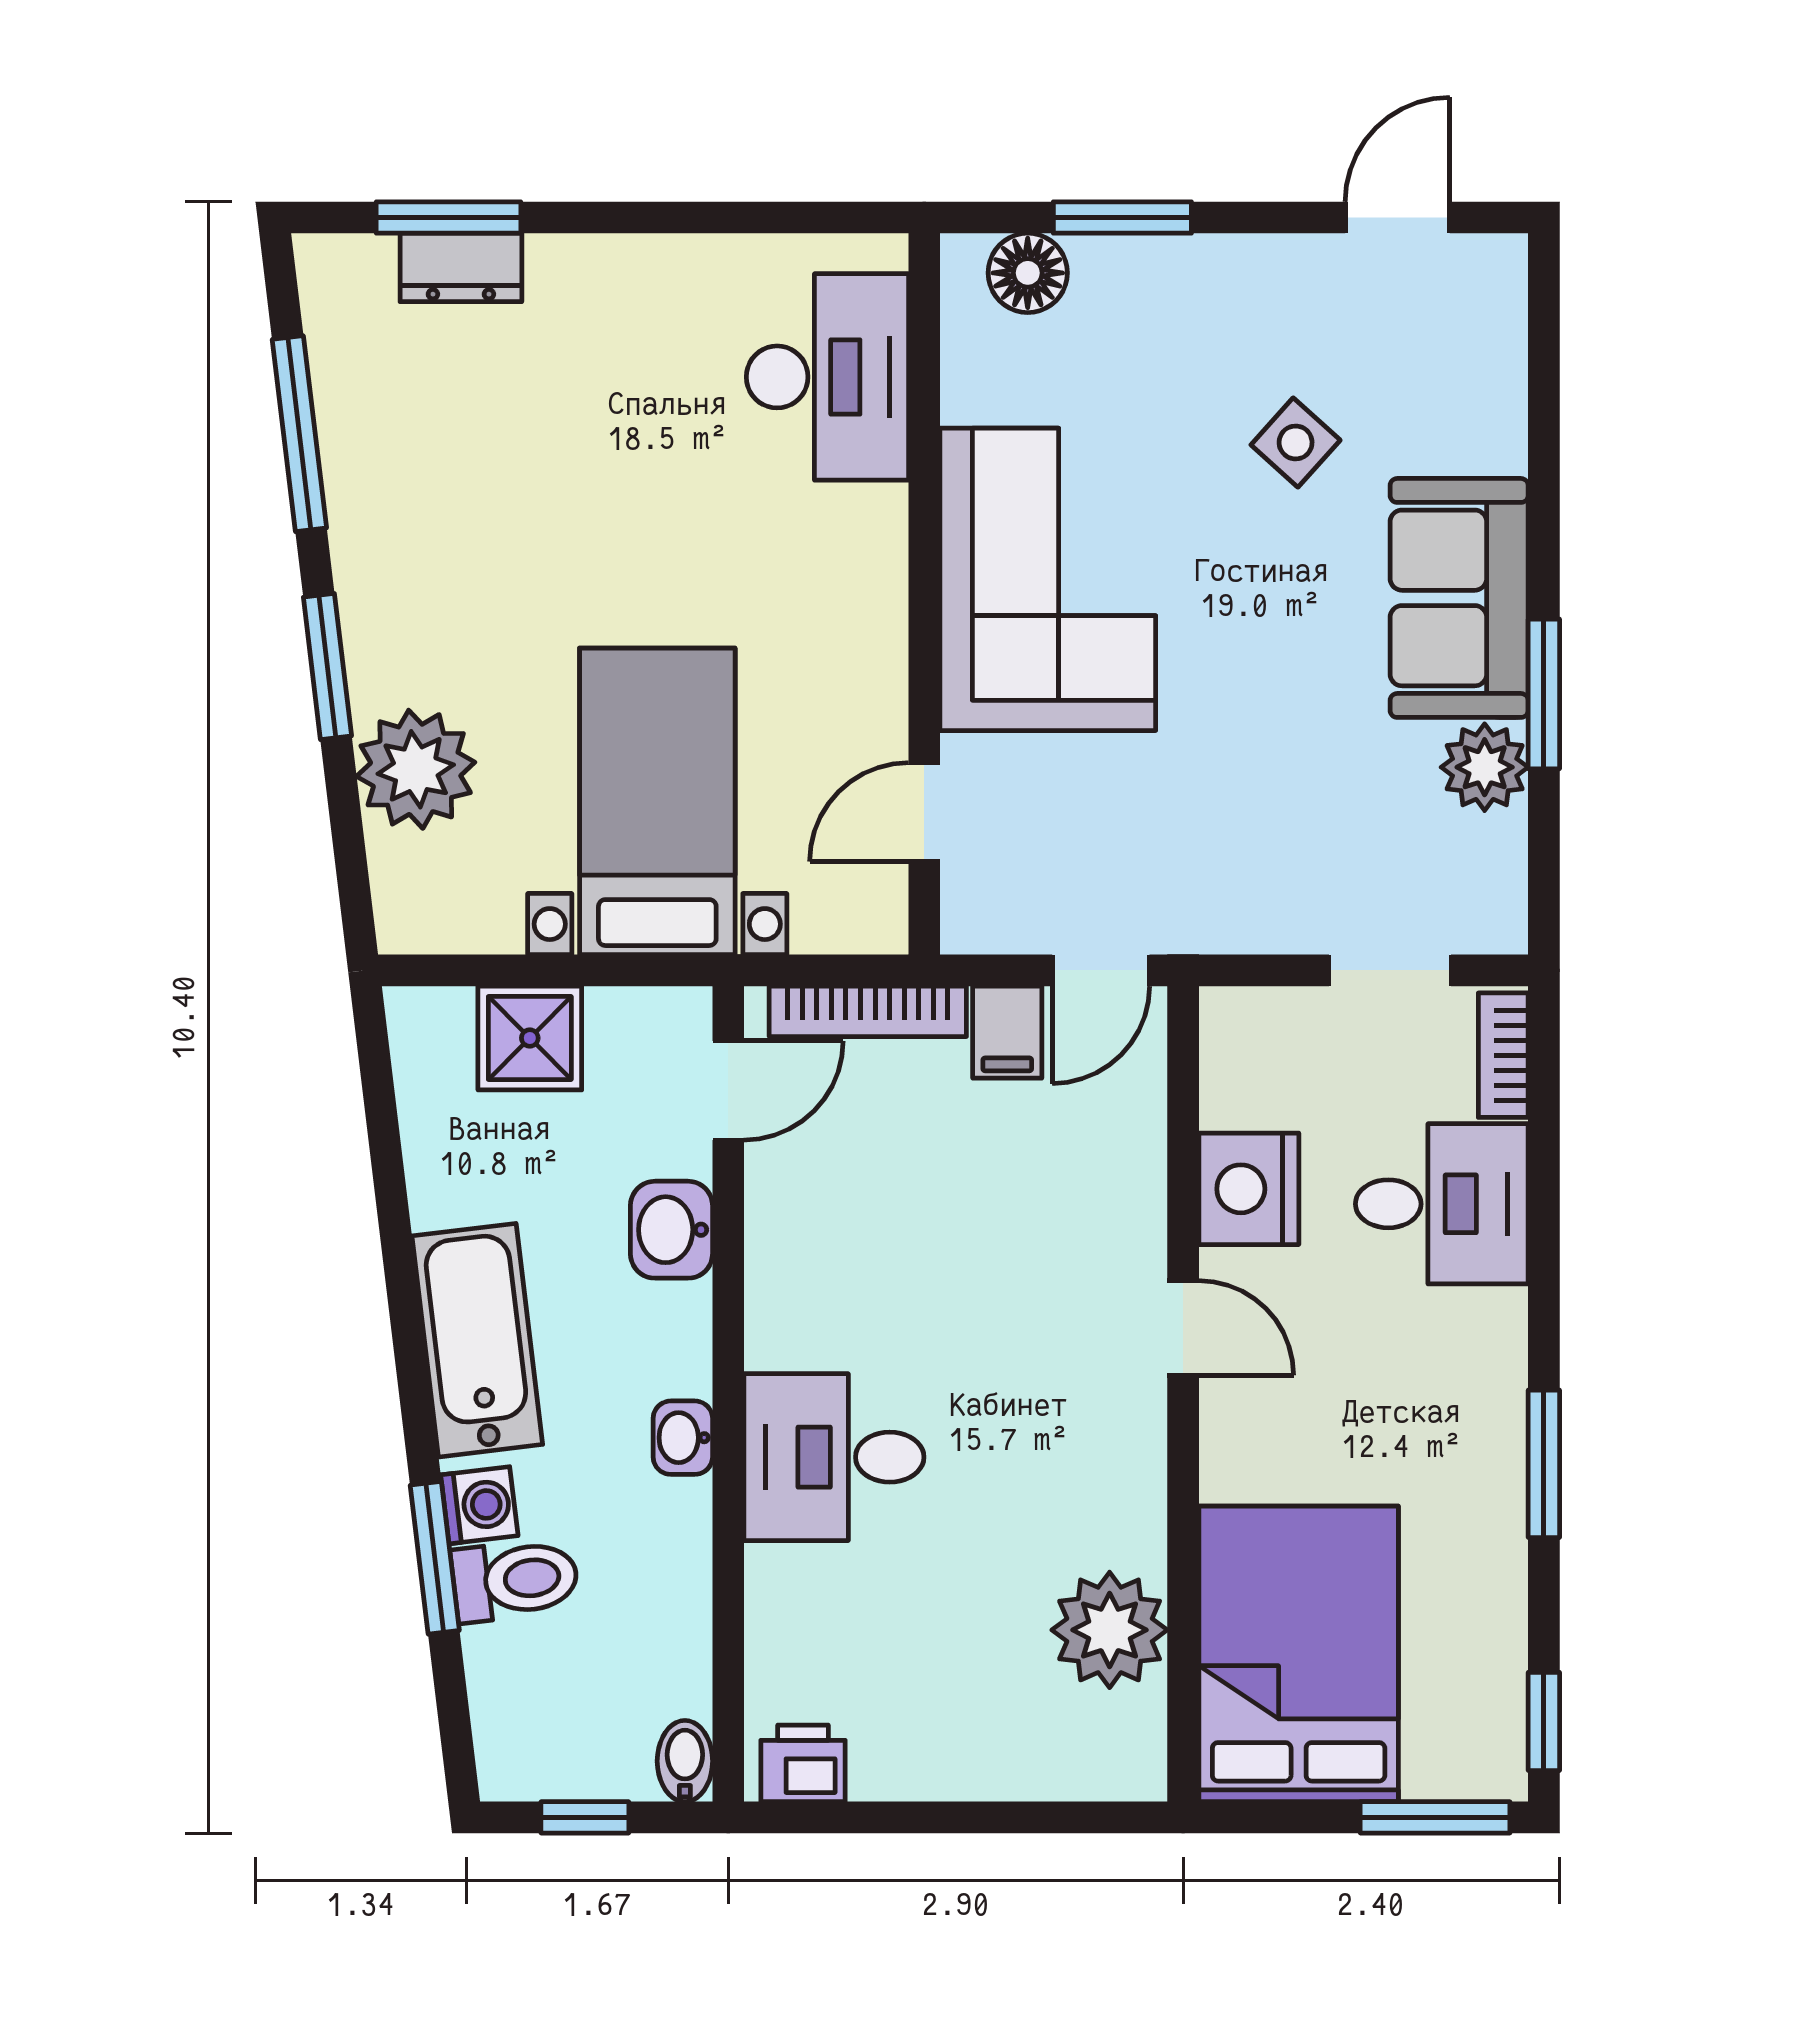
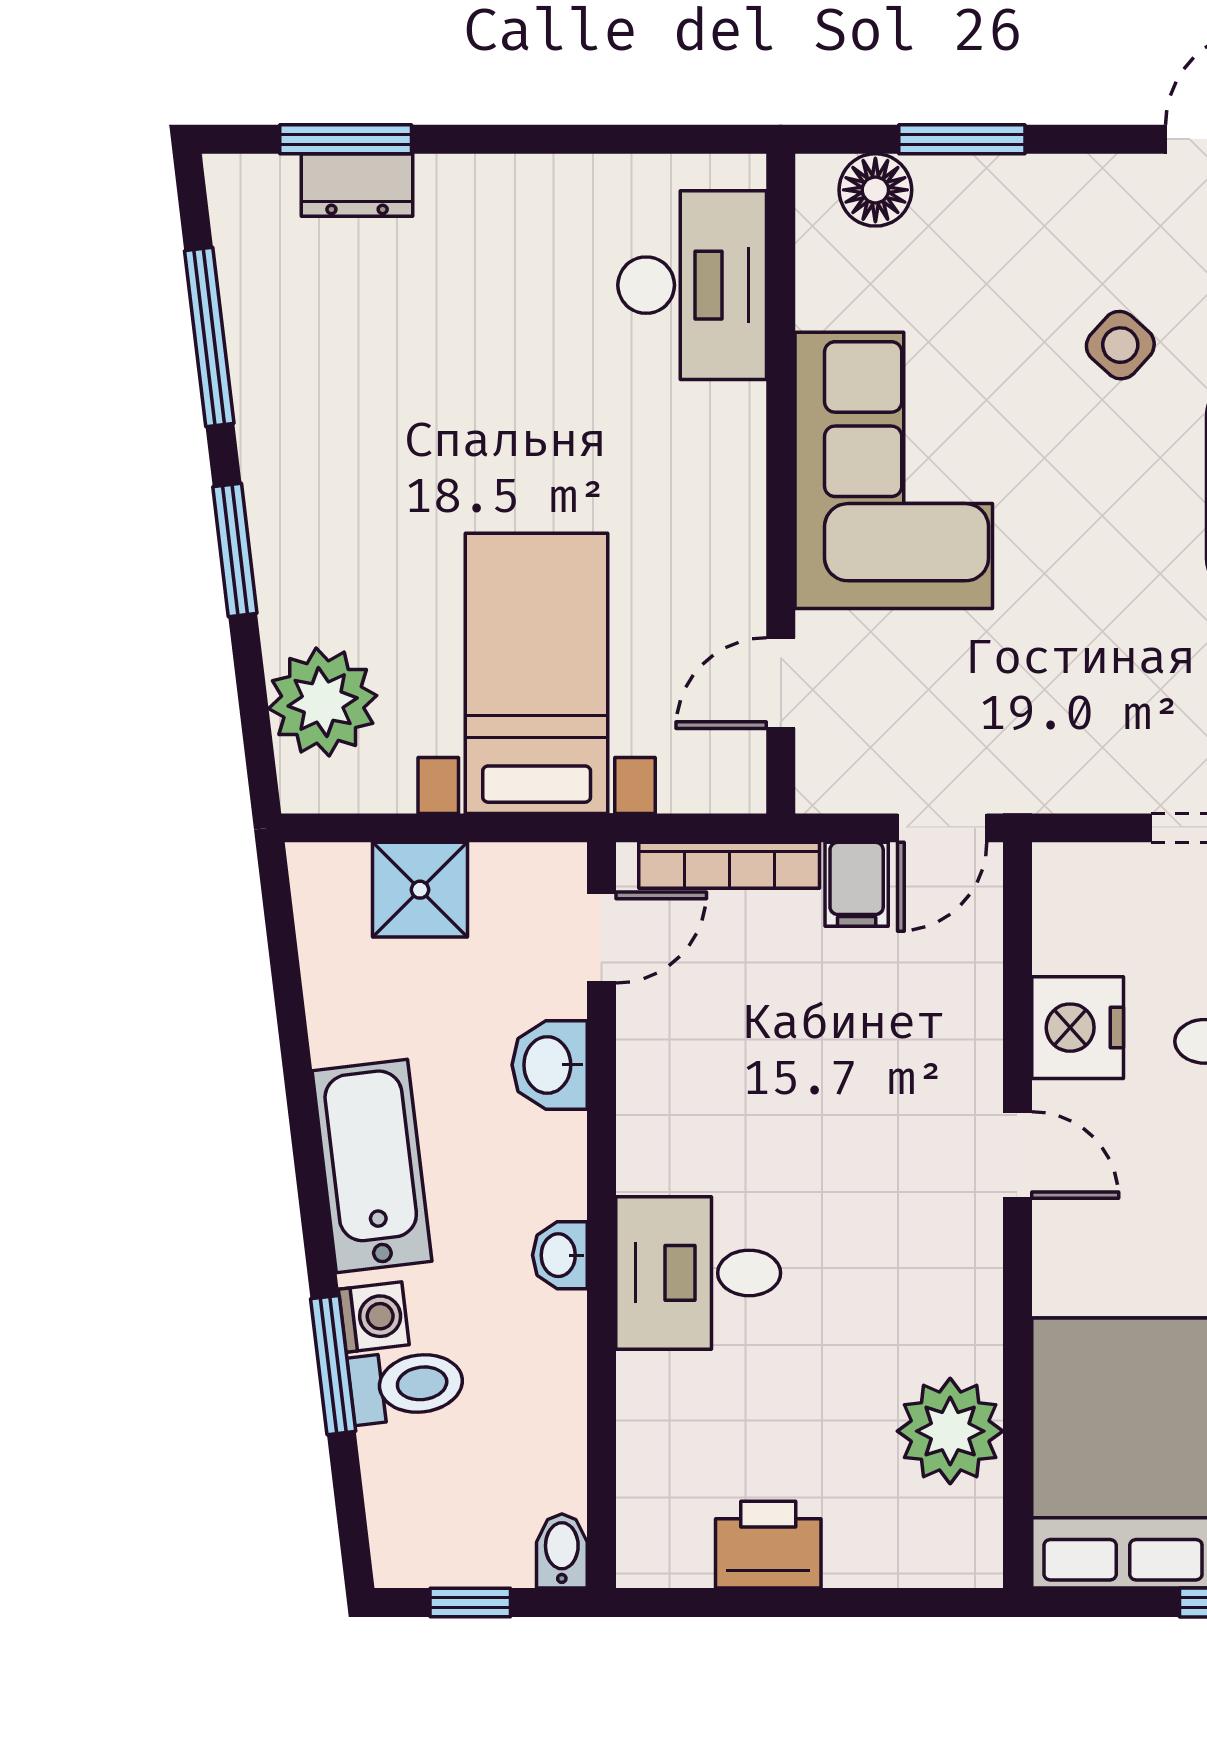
plant: (416, 769) -> (323, 702), moved
printer: (803, 1763) -> (768, 1545), moved, width x1.36, depth x1.24

